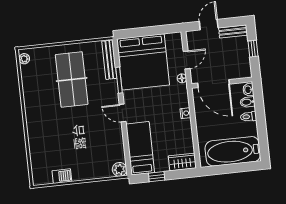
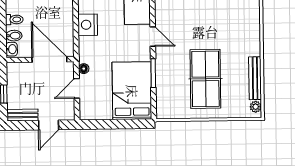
bench: (109, 60) -> (255, 78), moved
bed: (143, 62) -> (132, 91), width x0.73
nightstand: (185, 113) -> (88, 25), width x1.89, depth x1.79

